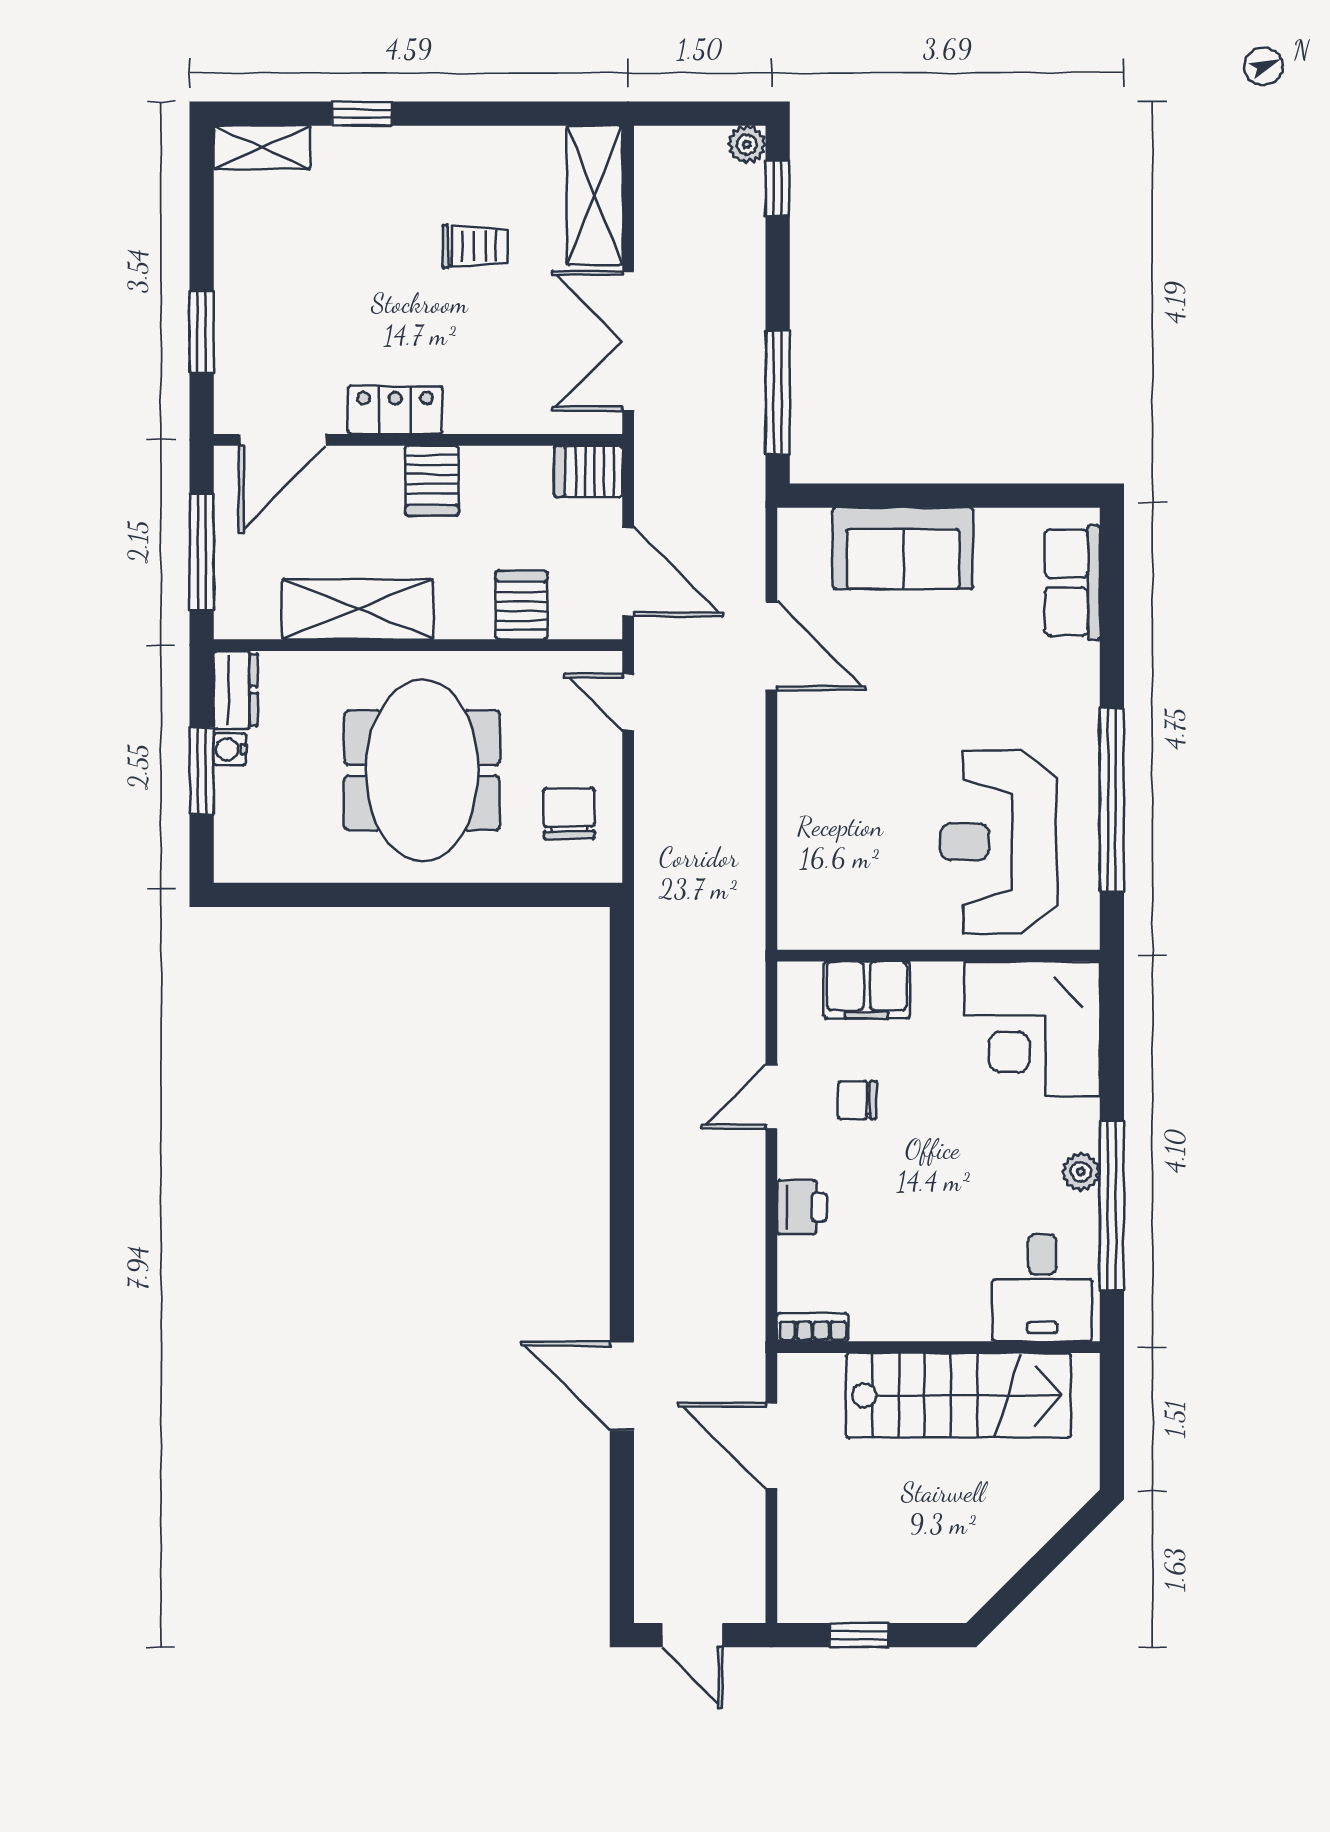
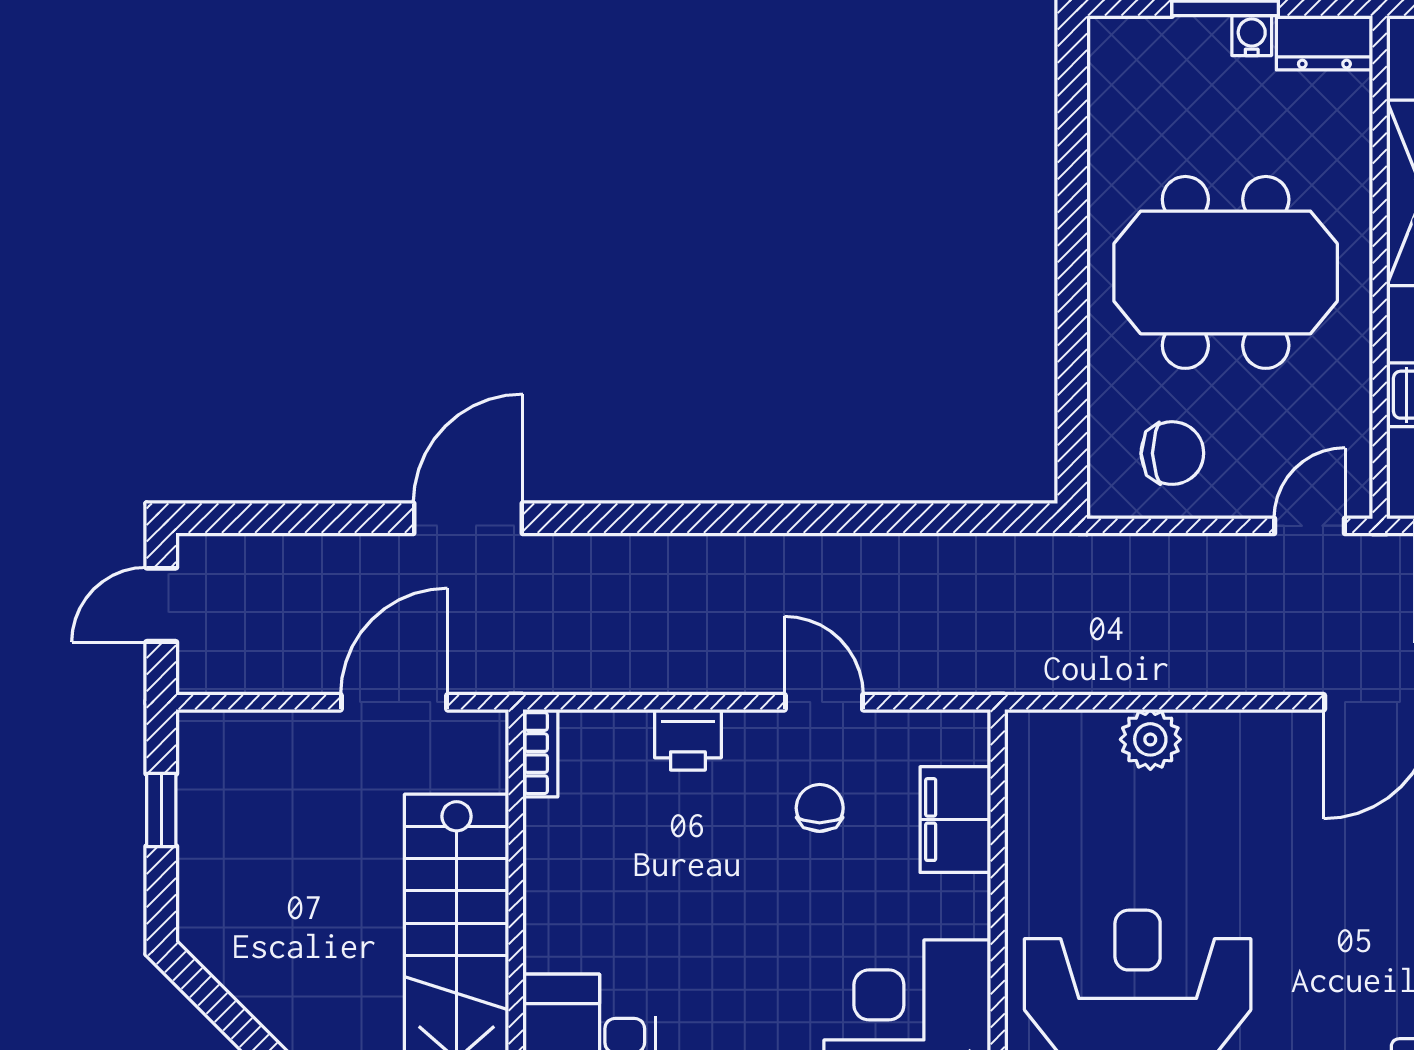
plant: (802, 832) -> (1150, 739), added

